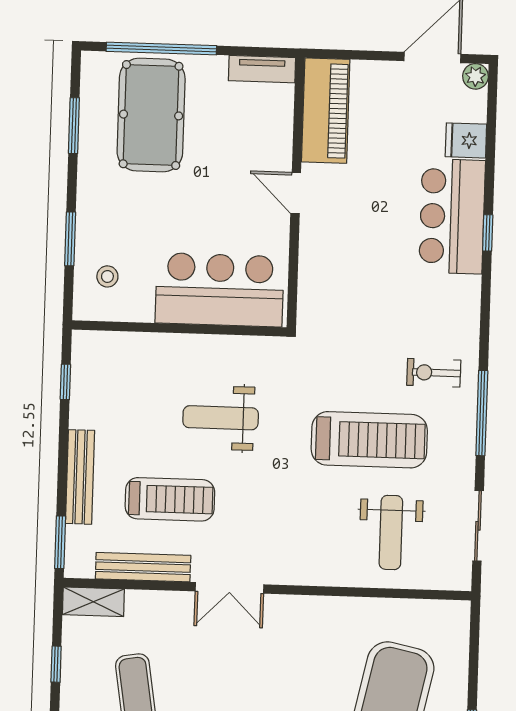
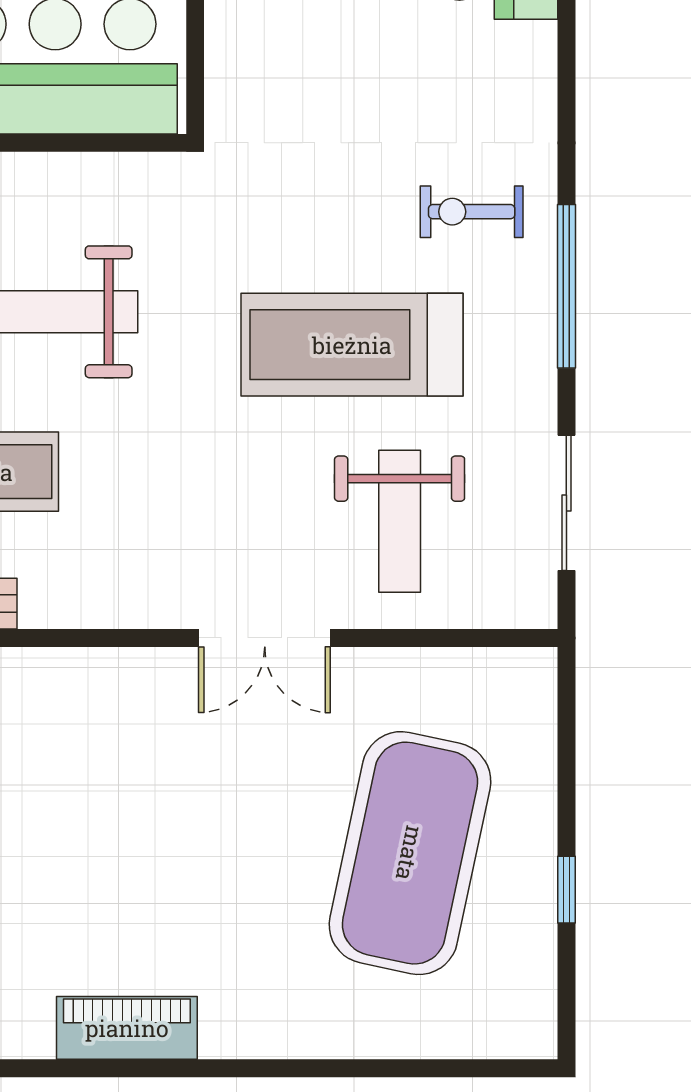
treadmill: (369, 440) -> (352, 345), turned 180
double door: (230, 588) -> (265, 638), moved

